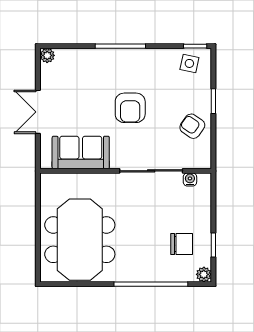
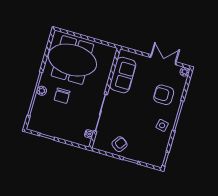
side table: (189, 63) -> (162, 125), moved
armchair: (130, 108) -> (164, 95), moved
double door: (38, 112) -> (163, 60), moved
chair: (182, 244) -> (62, 96), moved
plant: (204, 274) -> (42, 91), moved

